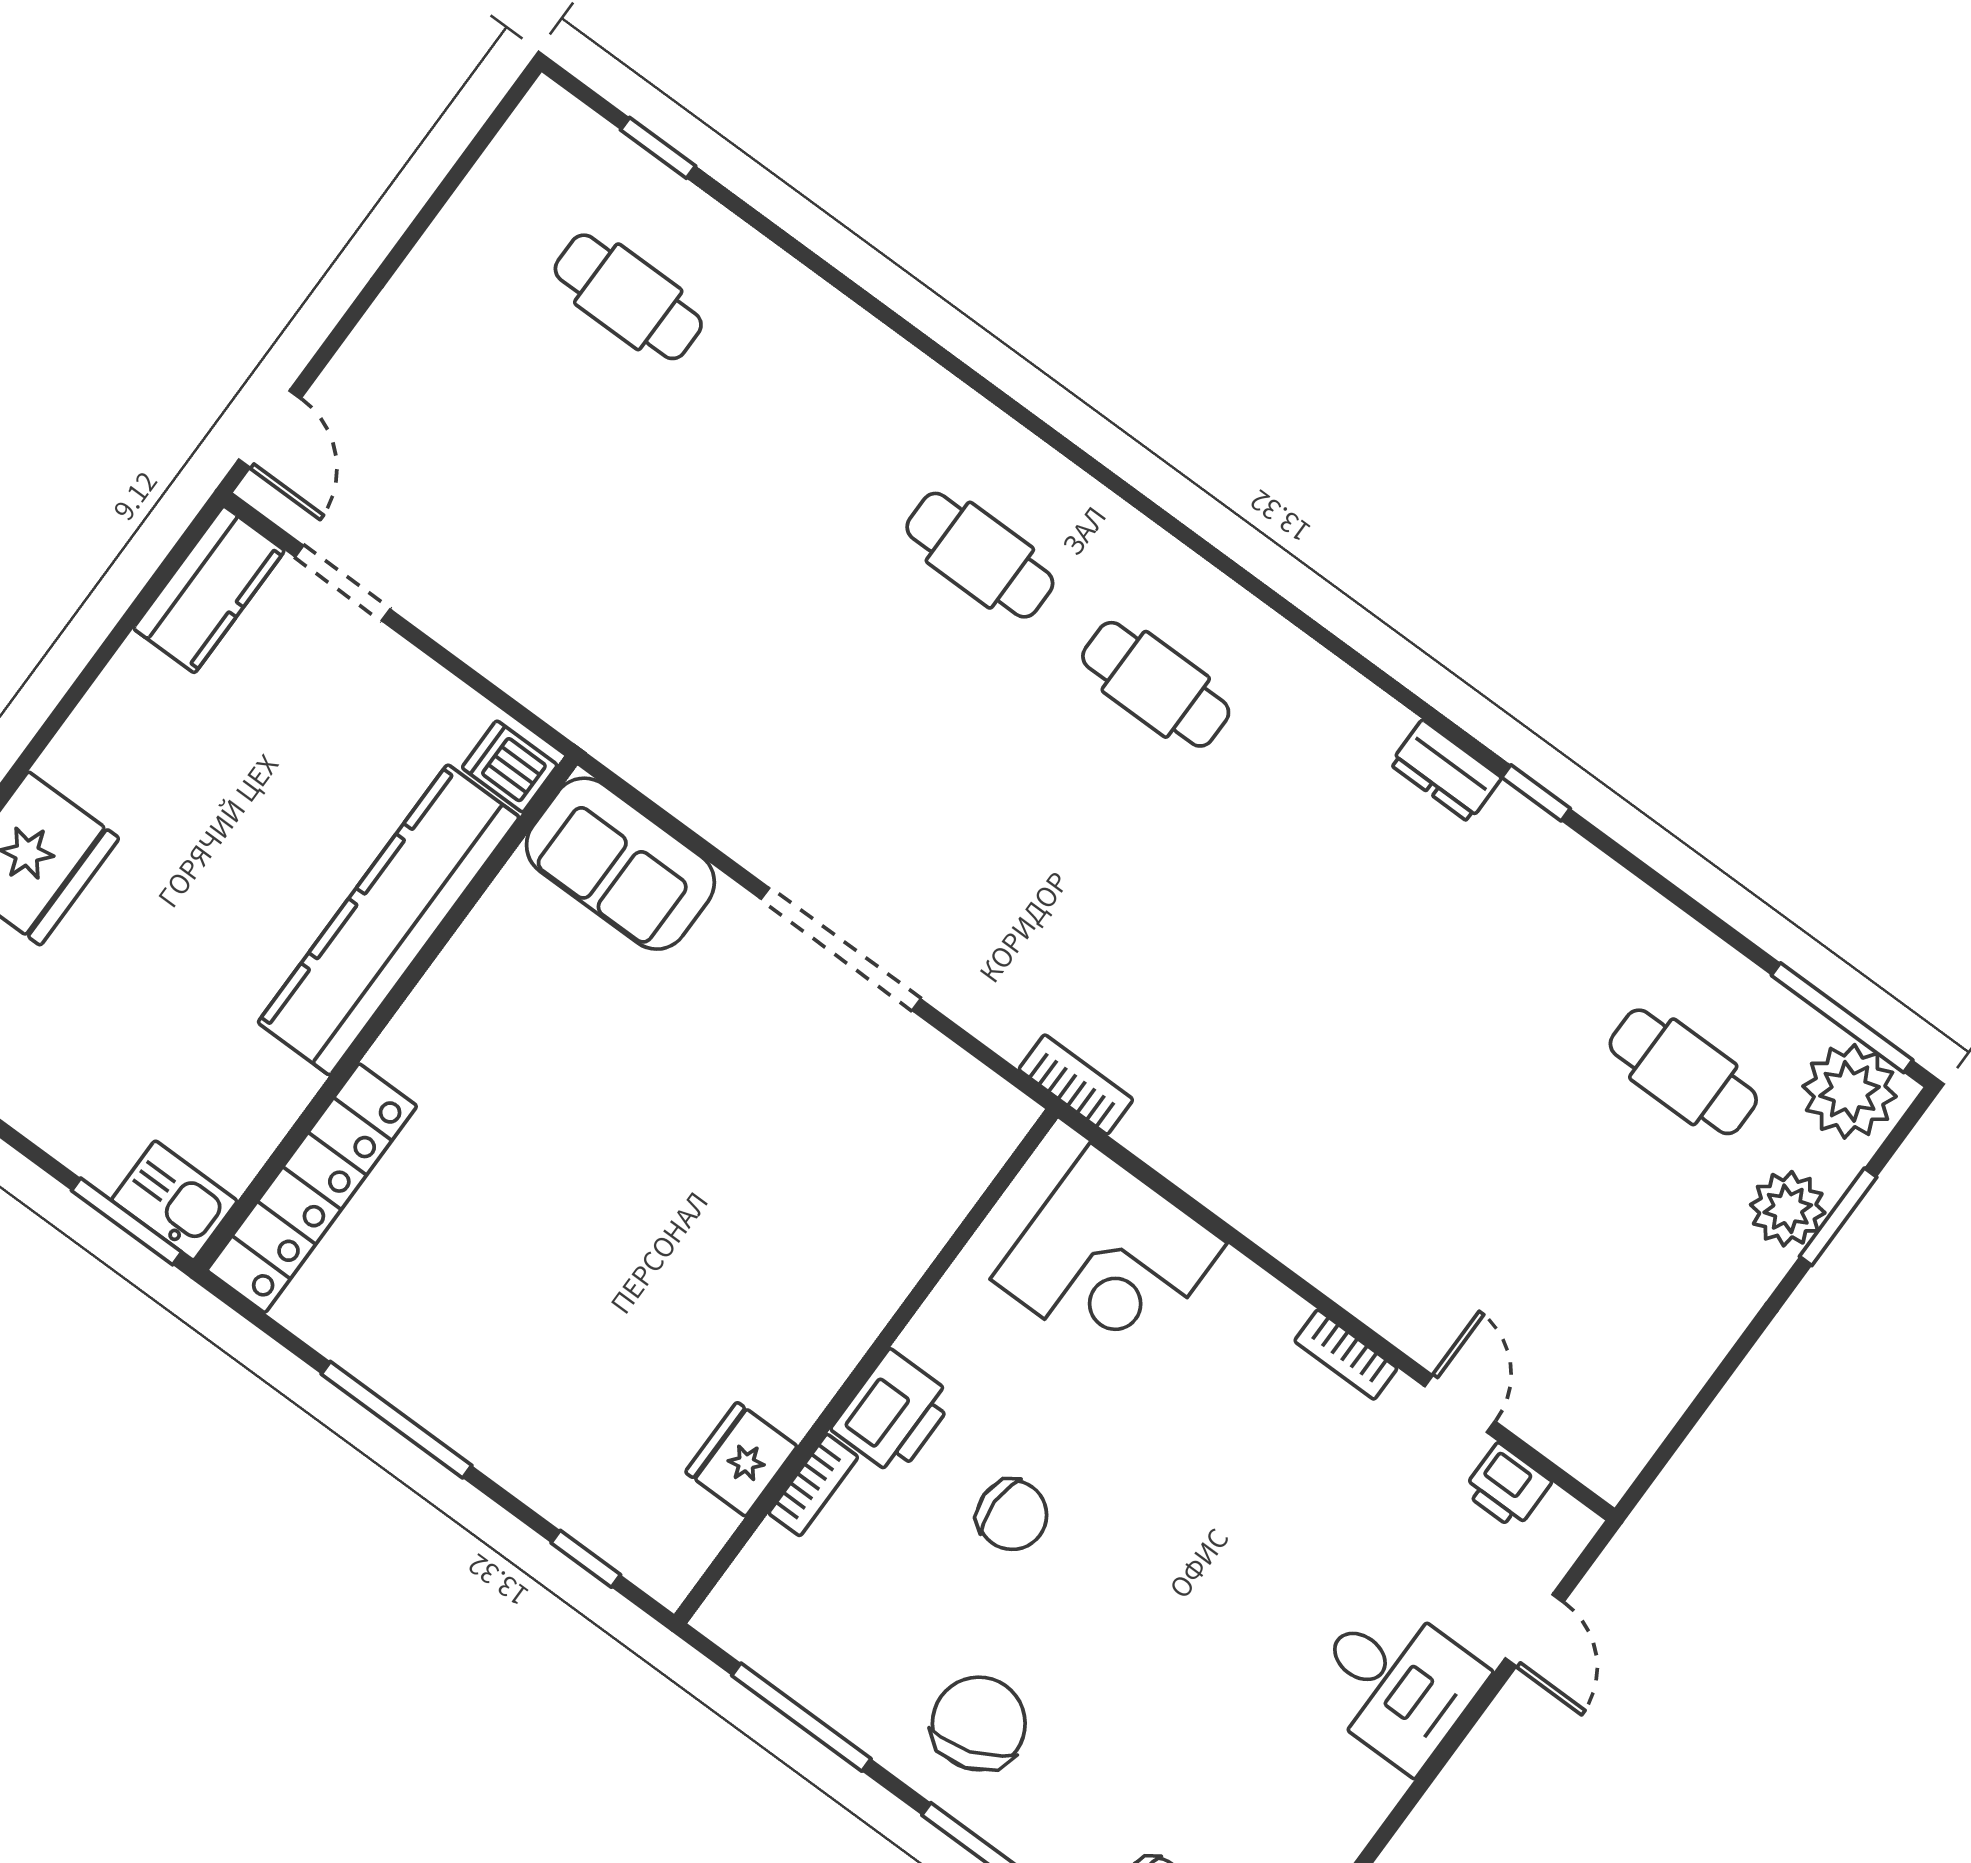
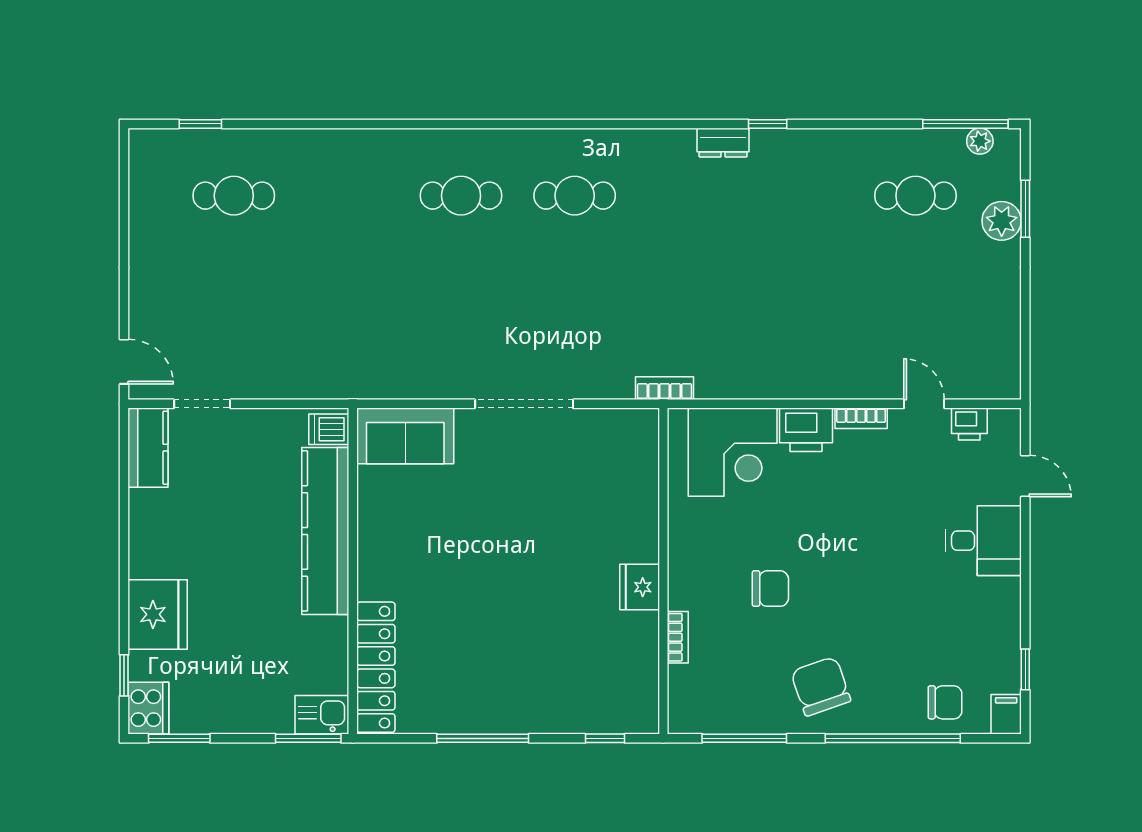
plant: (1850, 1091) -> (980, 141), width x0.53, depth x0.53
printer: (893, 1413) -> (806, 430), moved, turned 90
fridge: (741, 1459) -> (640, 587), moved

